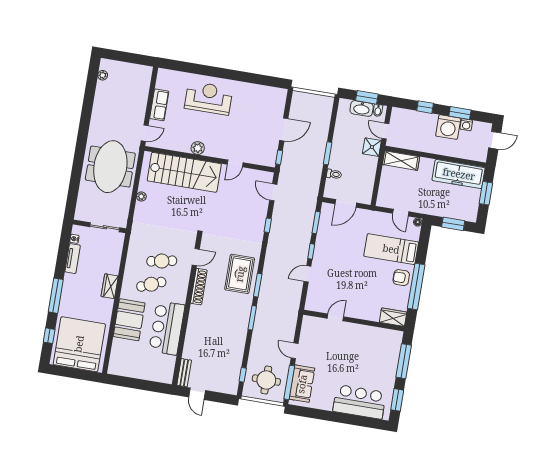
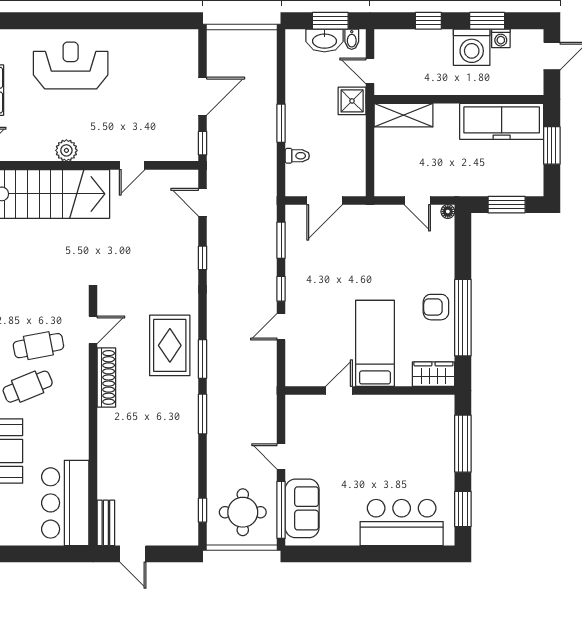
bed: (391, 249) -> (375, 343), moved, turned 90
bar counter: (167, 328) -> (65, 503), moved

